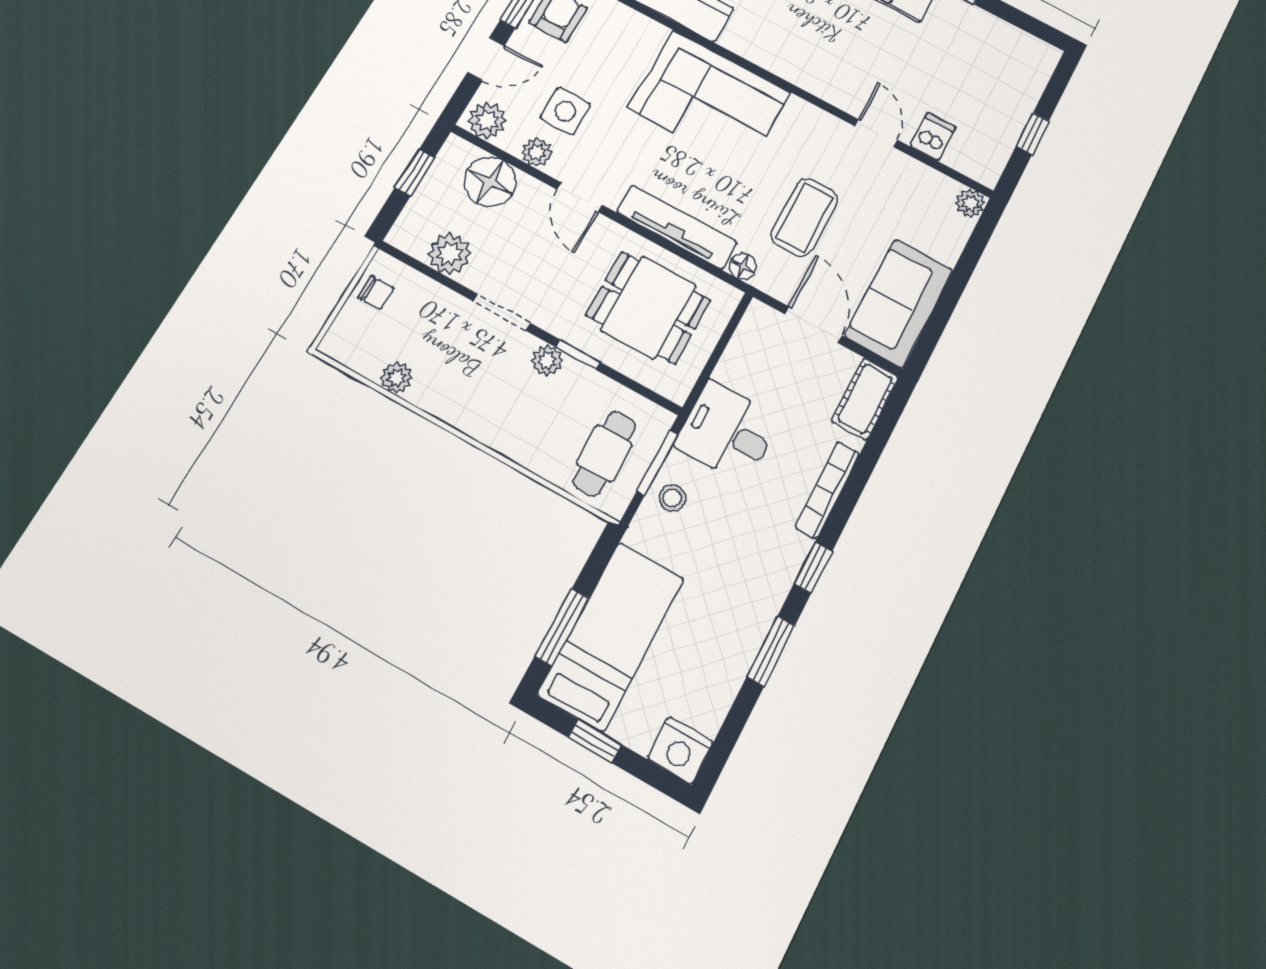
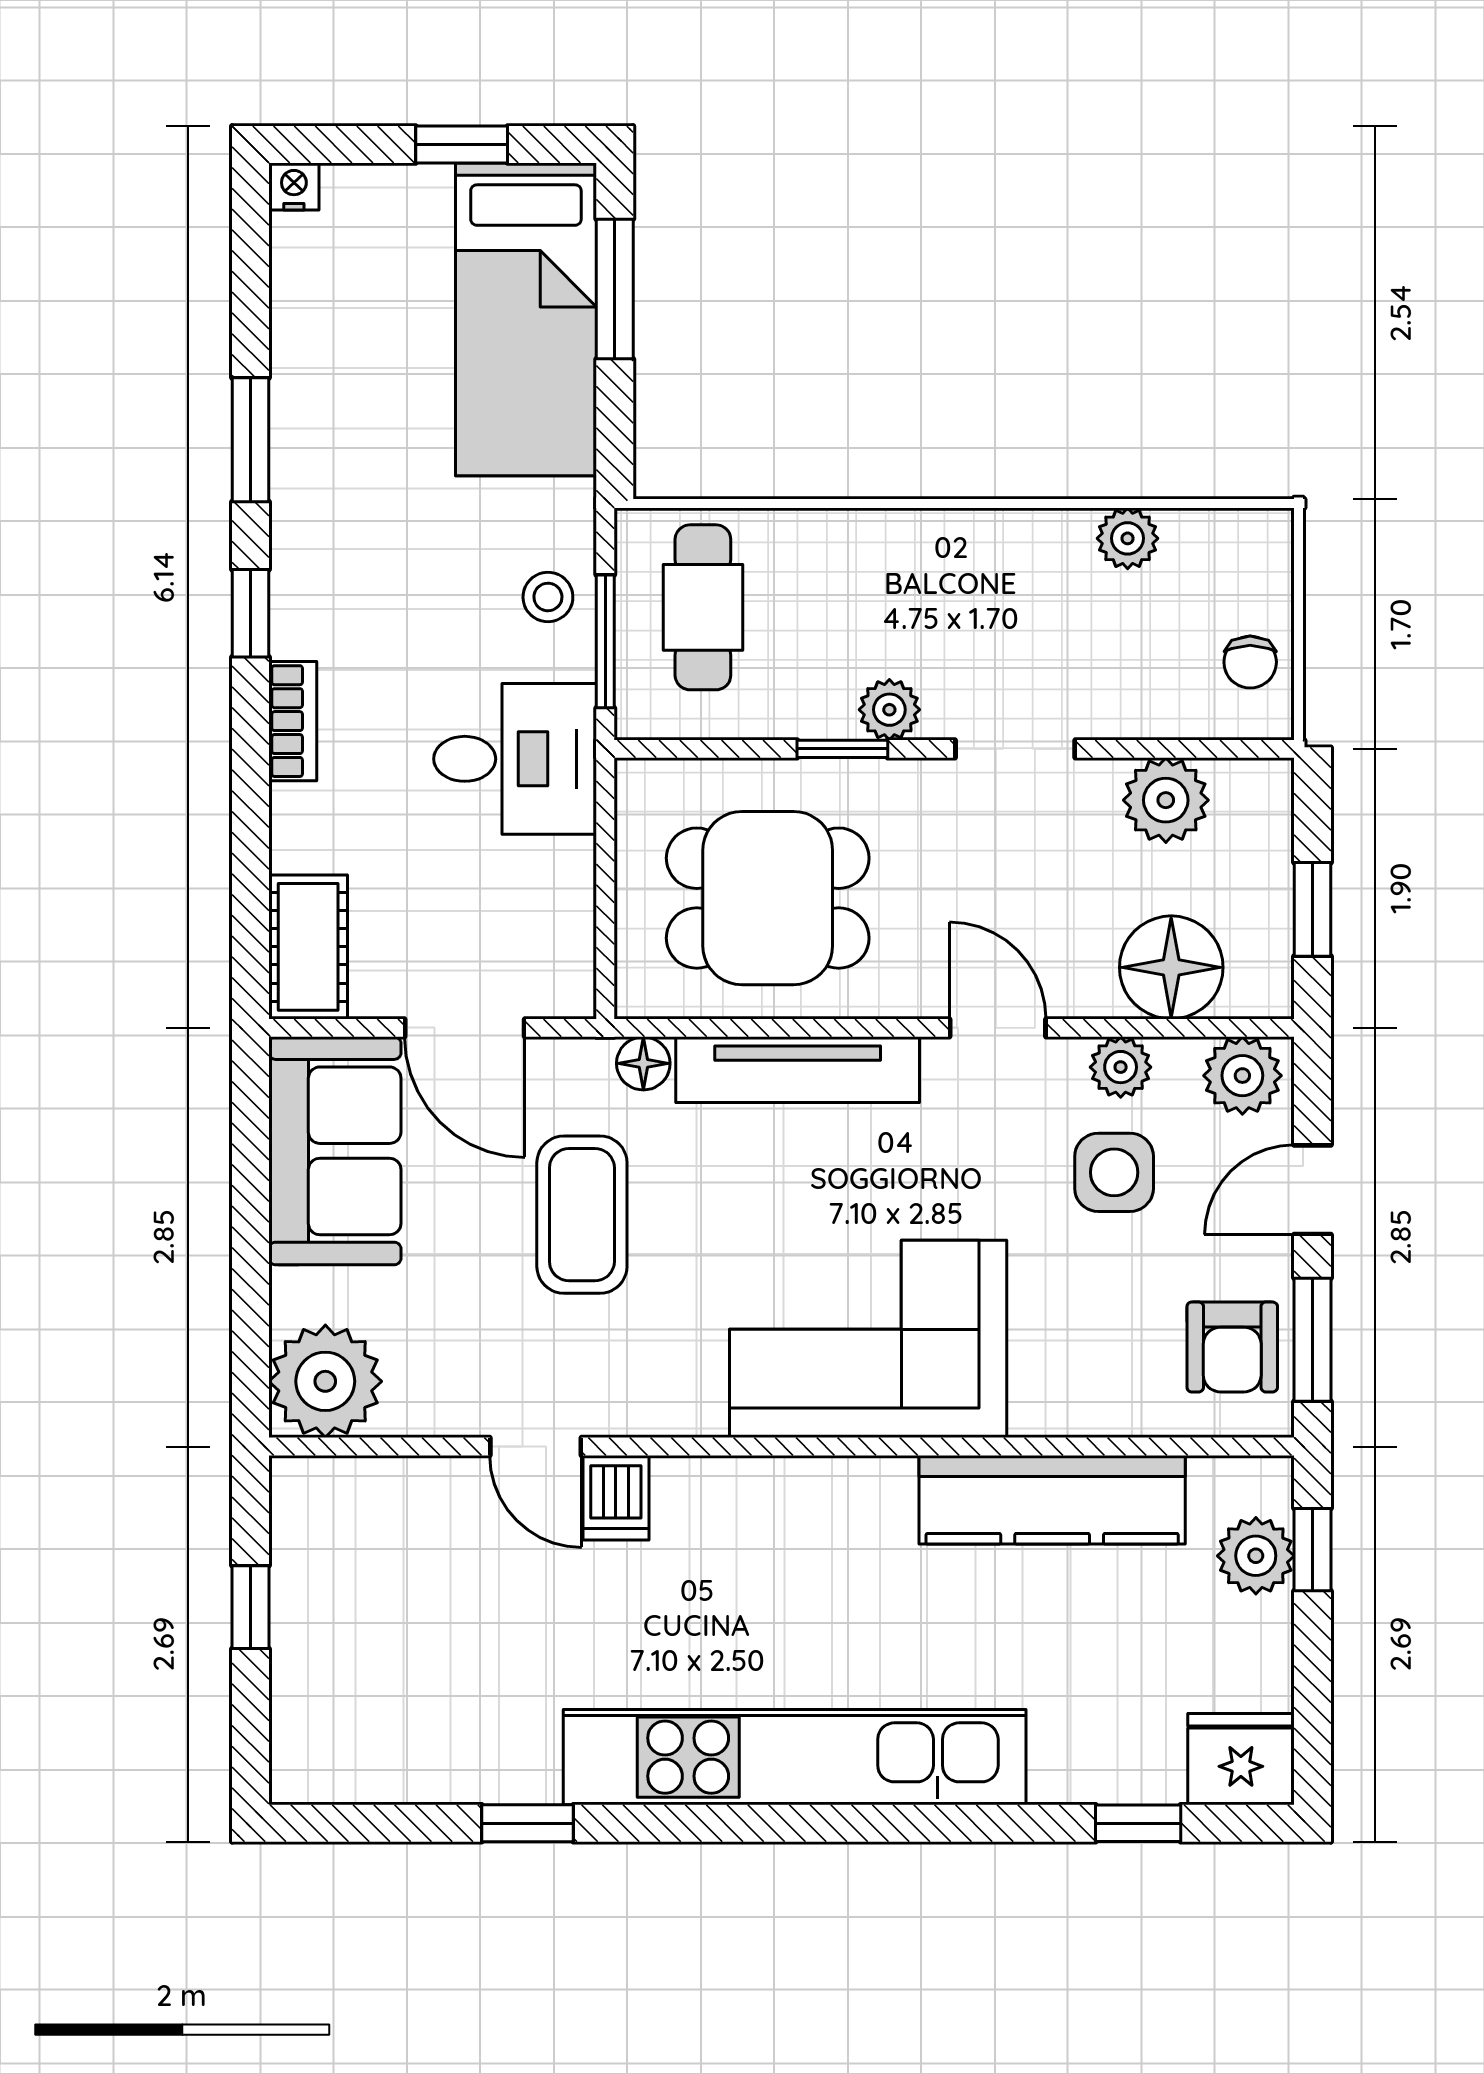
dishwasher: (933, 137) -> (616, 1498), moved
plant: (970, 203) -> (325, 1381), width x1.87, depth x1.87
chair: (376, 293) -> (1250, 662), turned -90
bookcase: (827, 490) -> (293, 721), width x0.64
nightstand: (680, 750) -> (294, 186), width x0.53, depth x0.56

